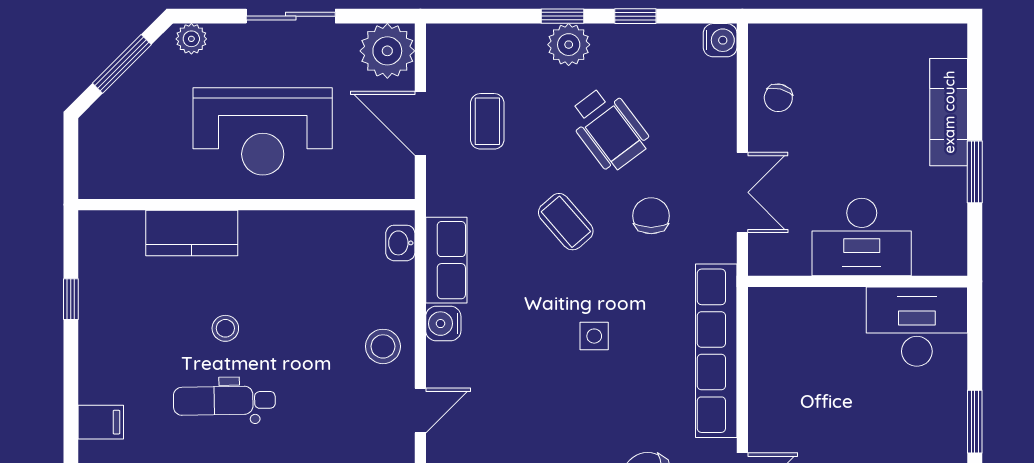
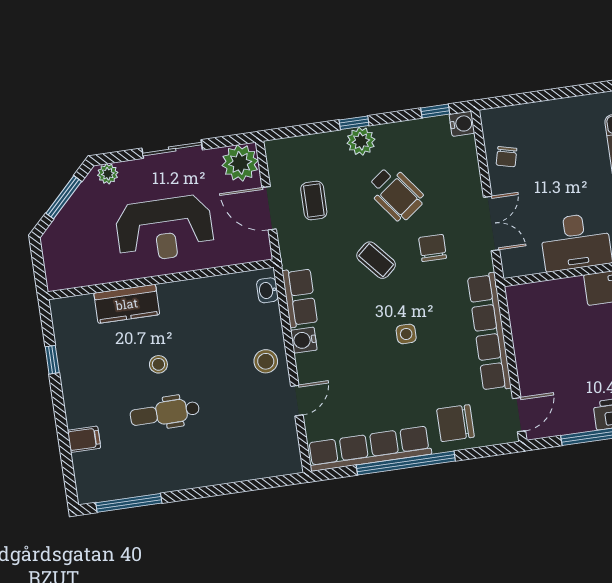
window: (635, 16) -> (435, 111), moved

